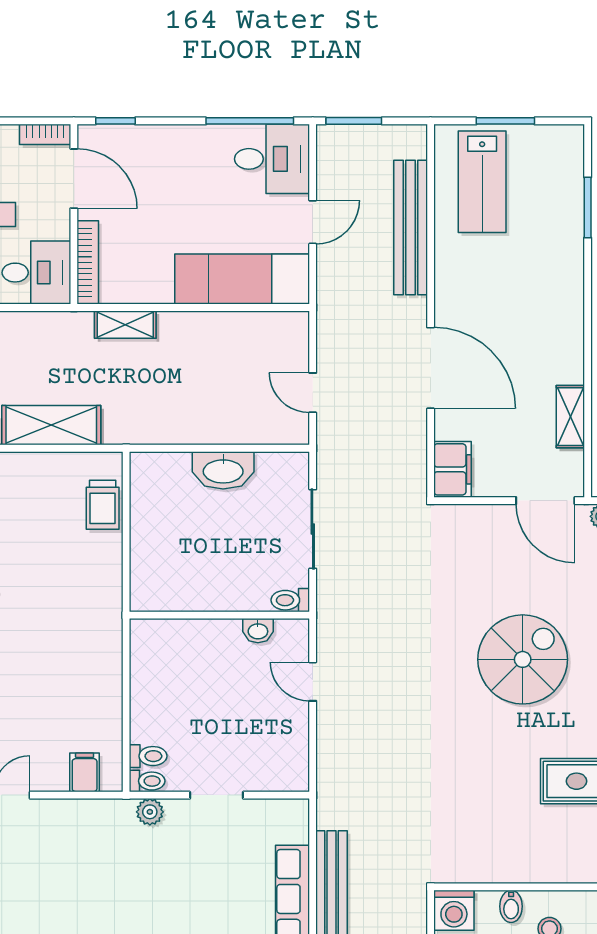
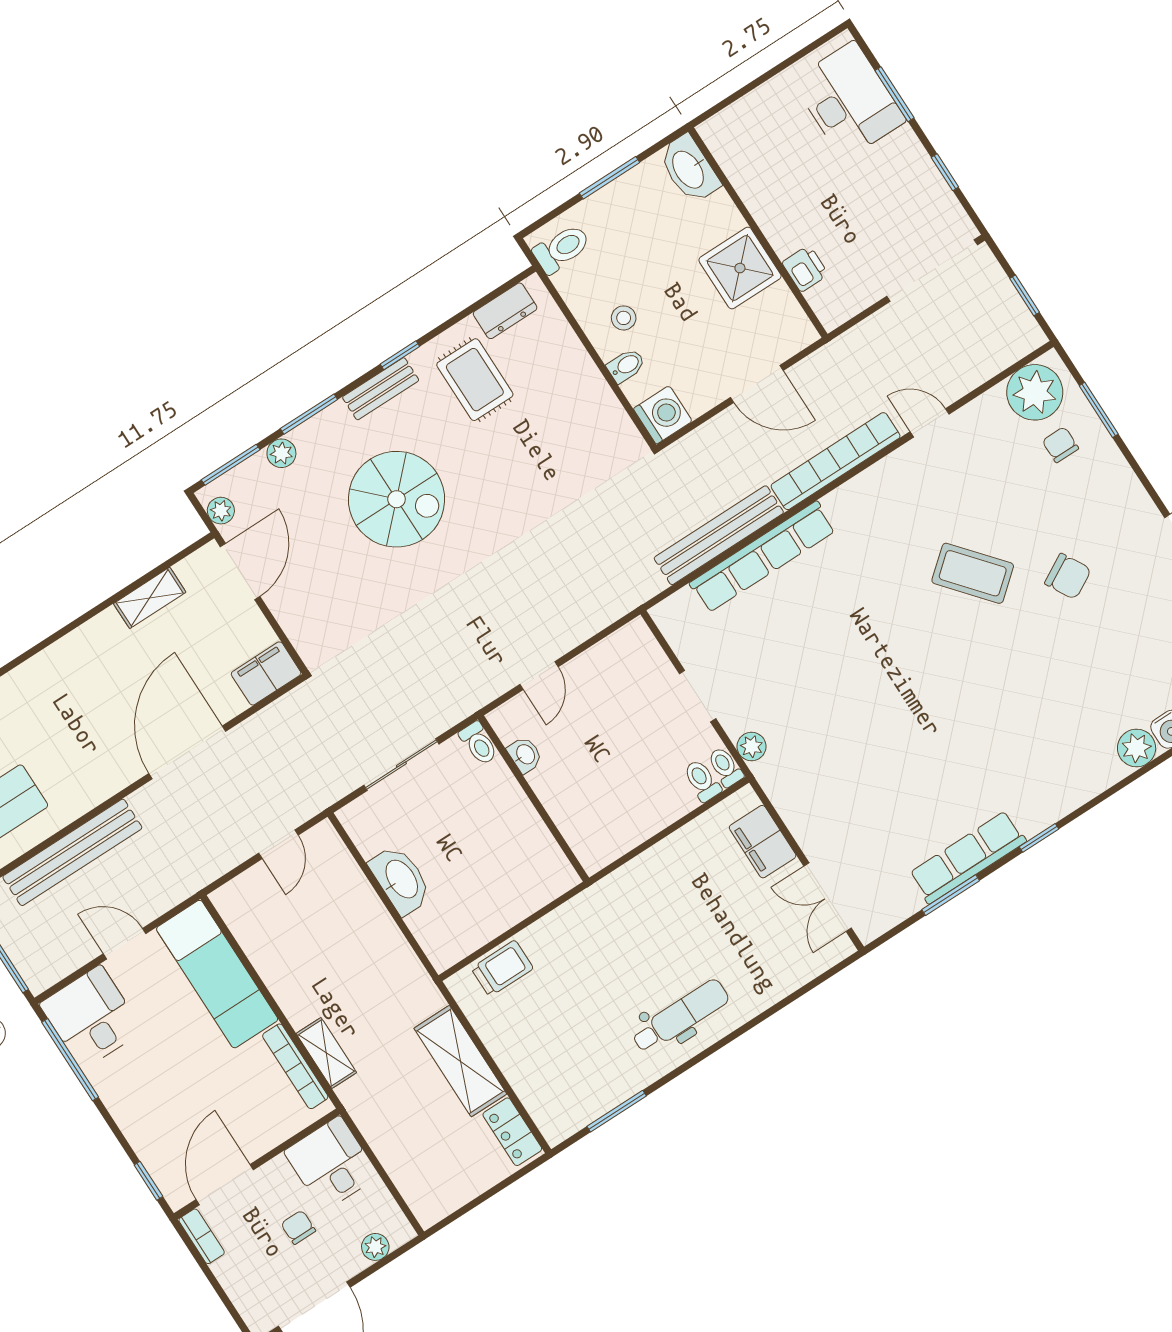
bookcase: (88, 262) -> (295, 1066), moved, turned -90
spiral stairs: (523, 659) -> (397, 499), turned 180
filing cabinet: (85, 772) -> (763, 842), width x2.00

